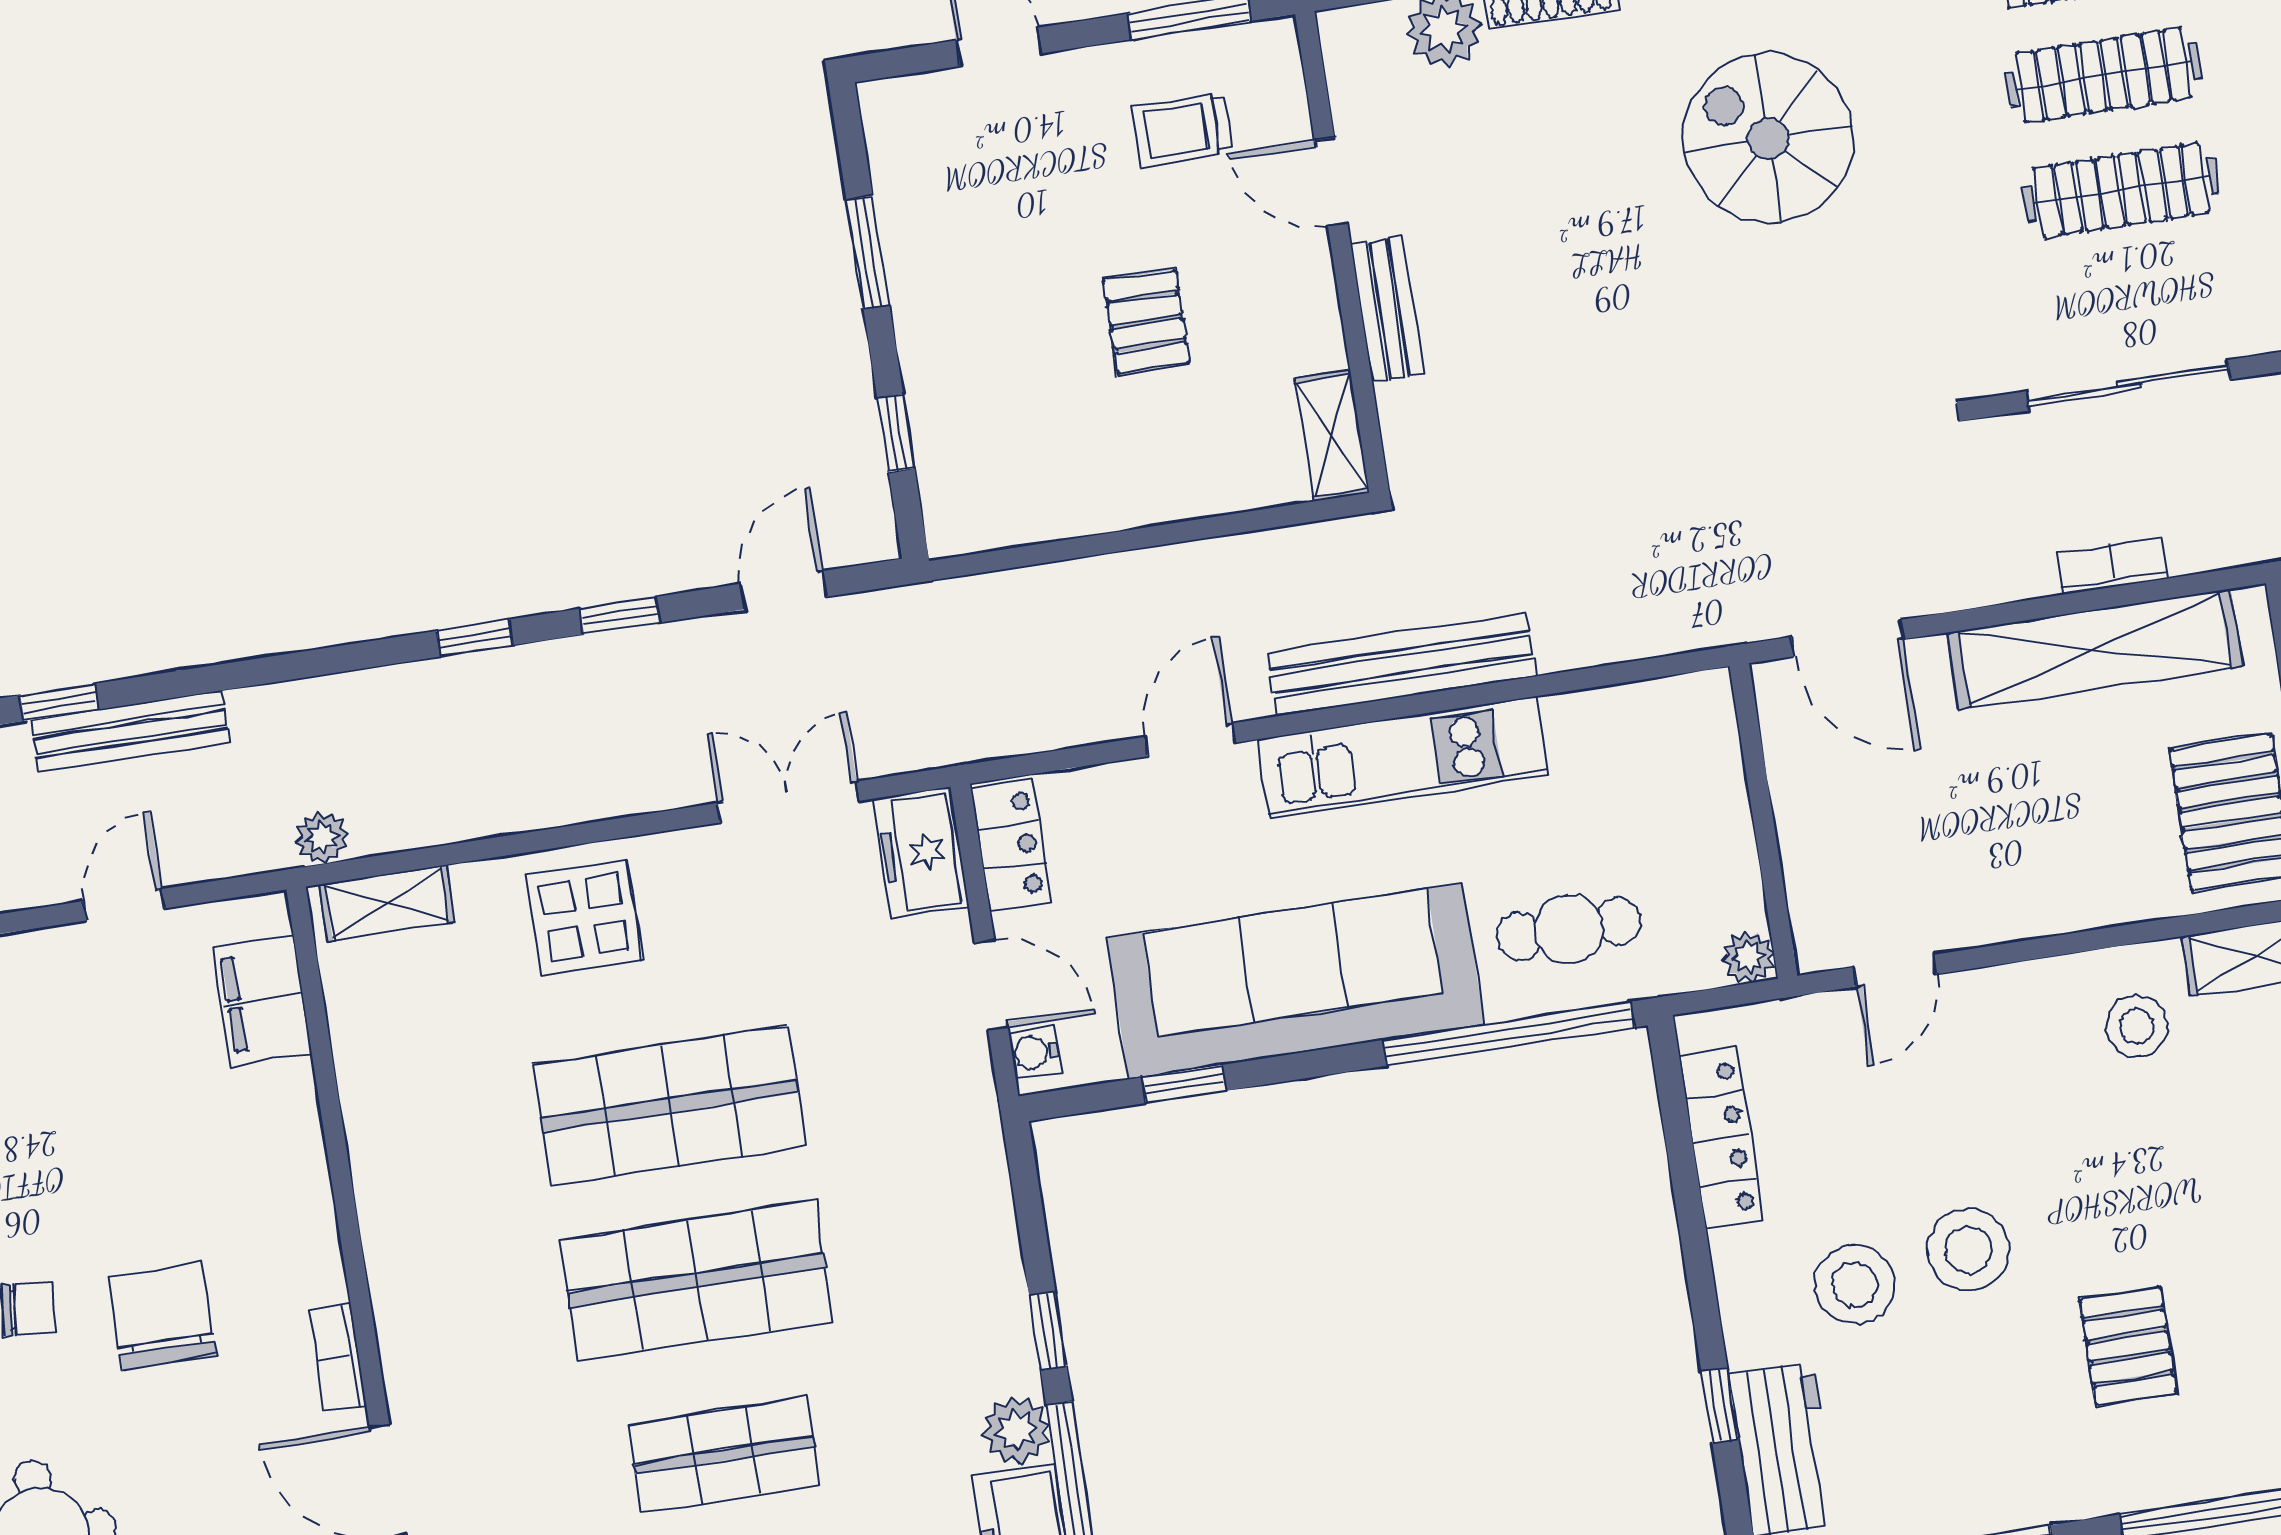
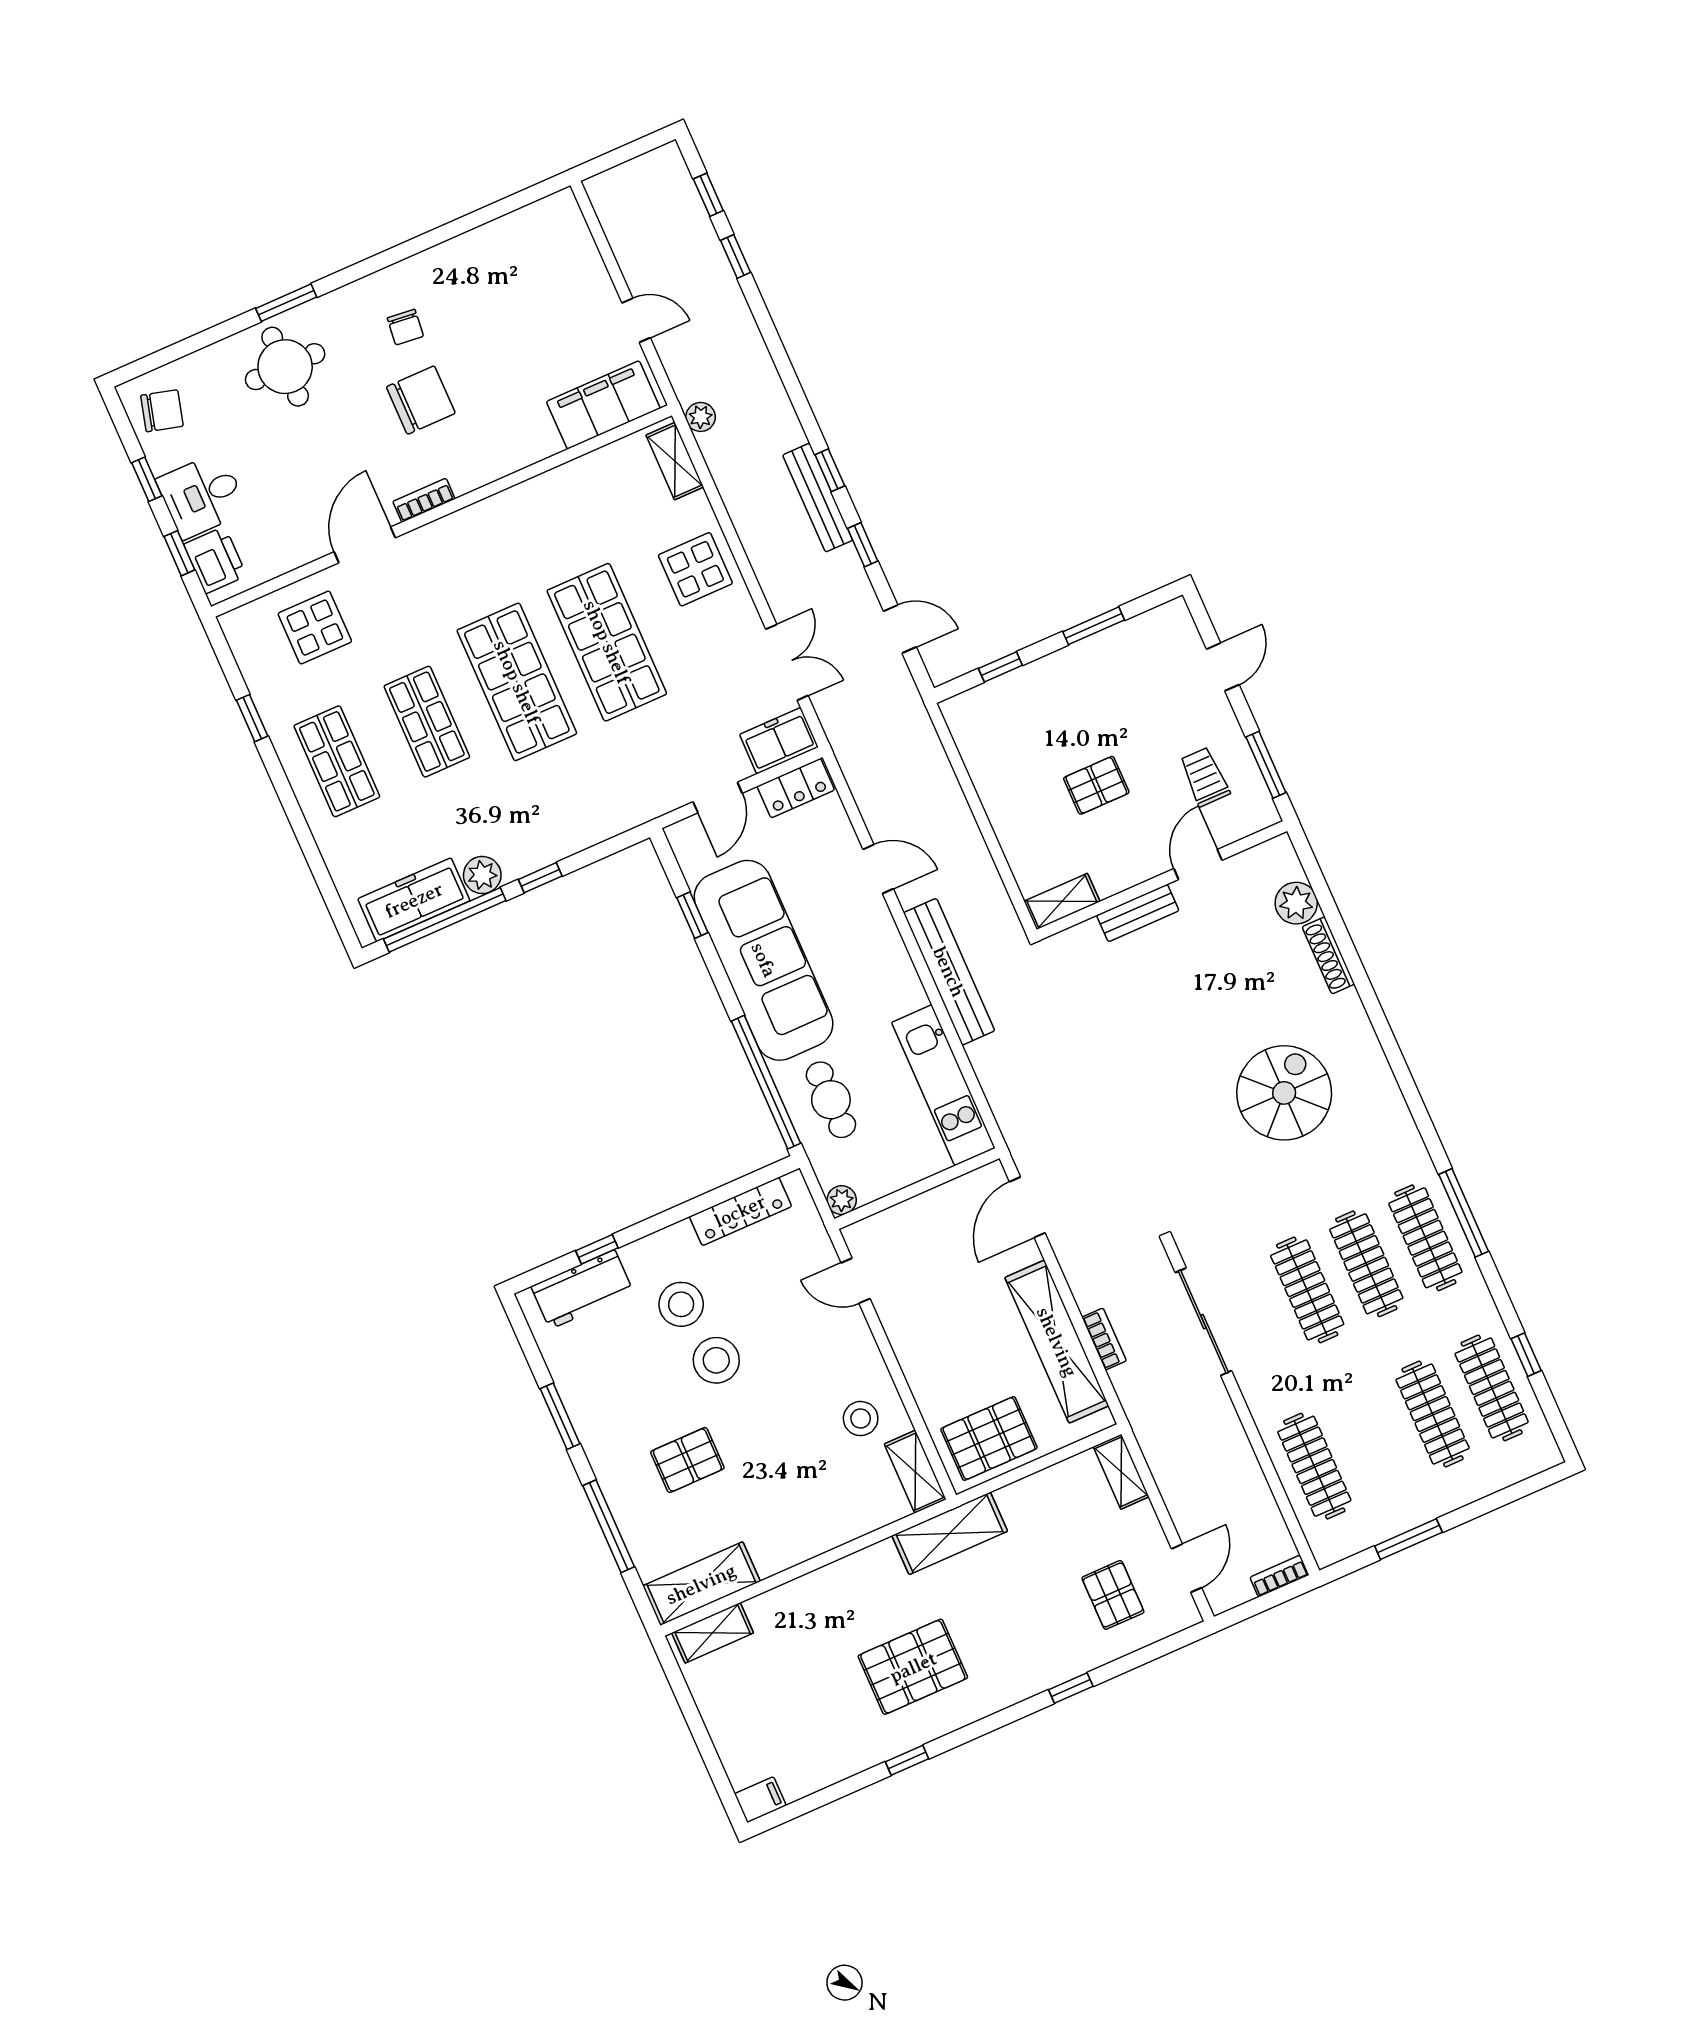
bench: (130, 732) -> (818, 498), moved
kitchen unit: (1402, 757) -> (943, 1085), moved
filing cabinet: (263, 1000) -> (603, 405), width x1.50, depth x1.17
water cooler: (1035, 1052) -> (688, 831), removed

